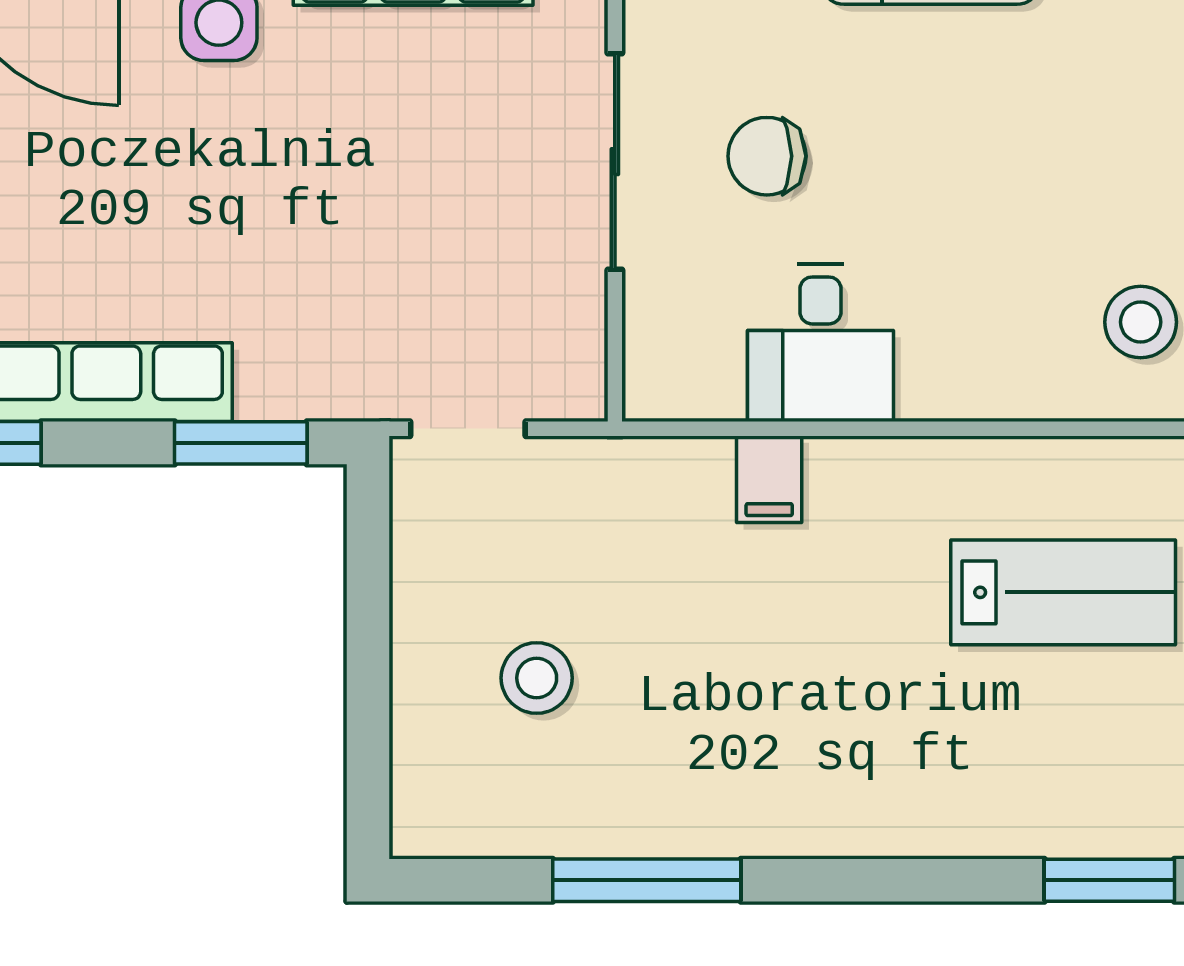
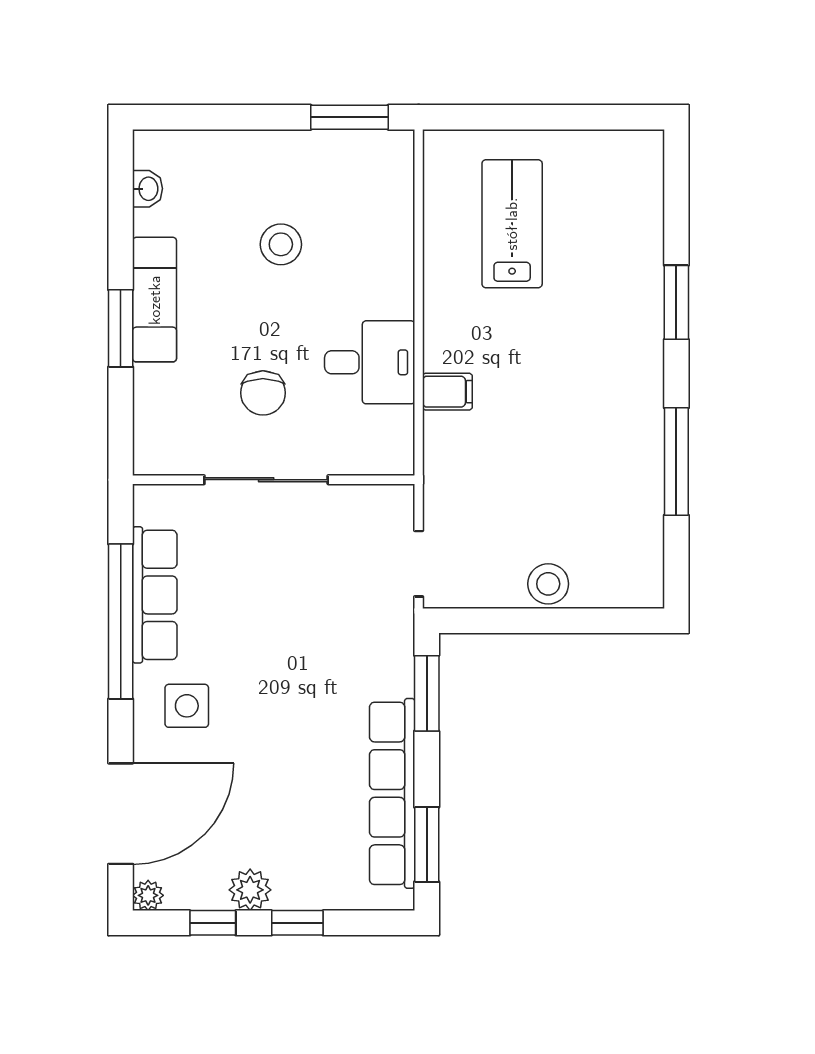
stool: (1141, 322) -> (281, 244), moved
stool: (537, 678) -> (548, 584), moved
window: (1109, 880) -> (676, 302), moved

